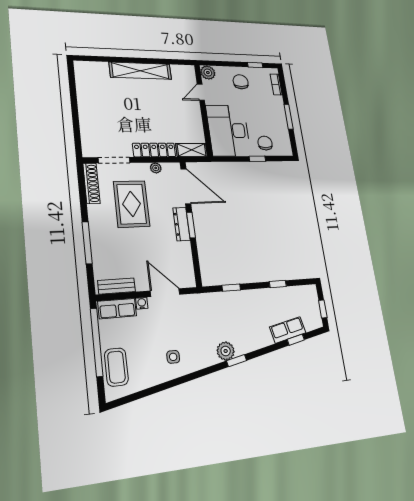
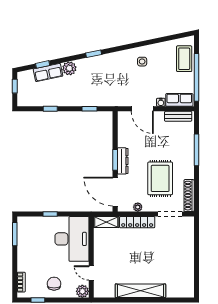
chair: (241, 82) -> (54, 284), turned 180
door: (201, 92) -> (91, 273), swing flipped
window: (289, 117) -> (15, 234), moved
chair: (265, 143) -> (41, 228), removed
plant: (226, 351) -> (69, 68), moved

